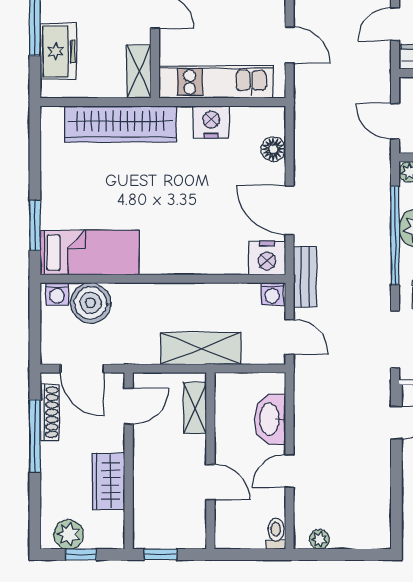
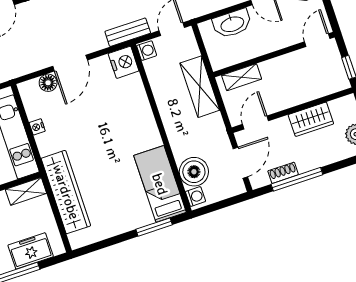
nightstand: (211, 122) -> (37, 127), width x0.53, depth x0.56
door: (289, 210) -> (70, 63), moved
door: (129, 406) -> (255, 123), hinge flipped
shoe rack: (50, 412) -> (283, 173), width x0.70
door: (210, 482) -> (317, 40), moved

